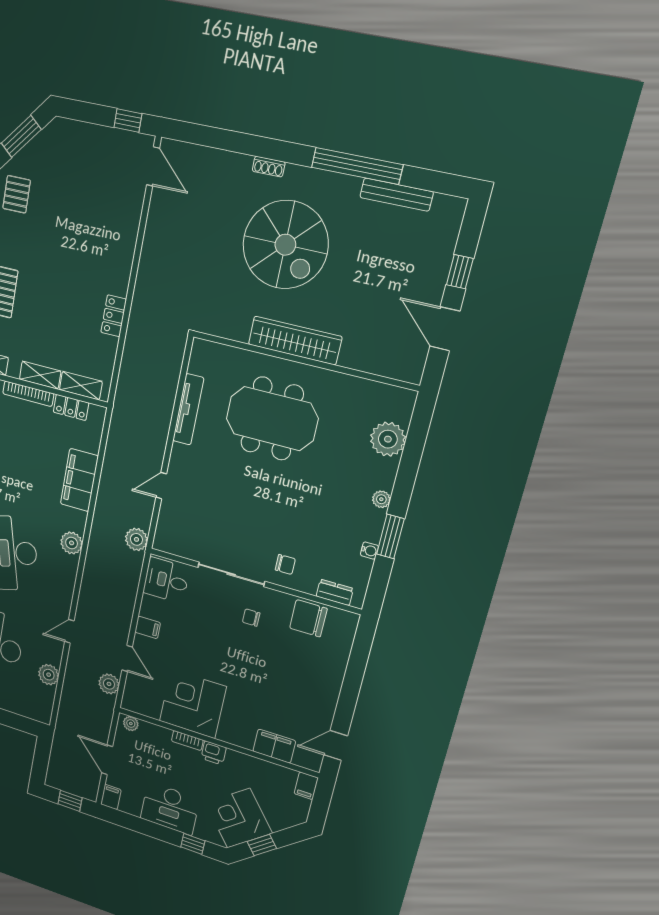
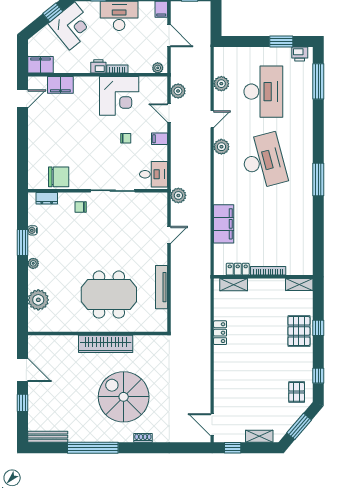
bench: (396, 195) -> (48, 437), moved
shelving: (40, 375) -> (259, 436), moved
plant: (72, 543) -> (221, 147), moved
chair: (251, 618) -> (126, 138), moved
filing cabinet: (306, 786) -> (41, 65), width x2.00

